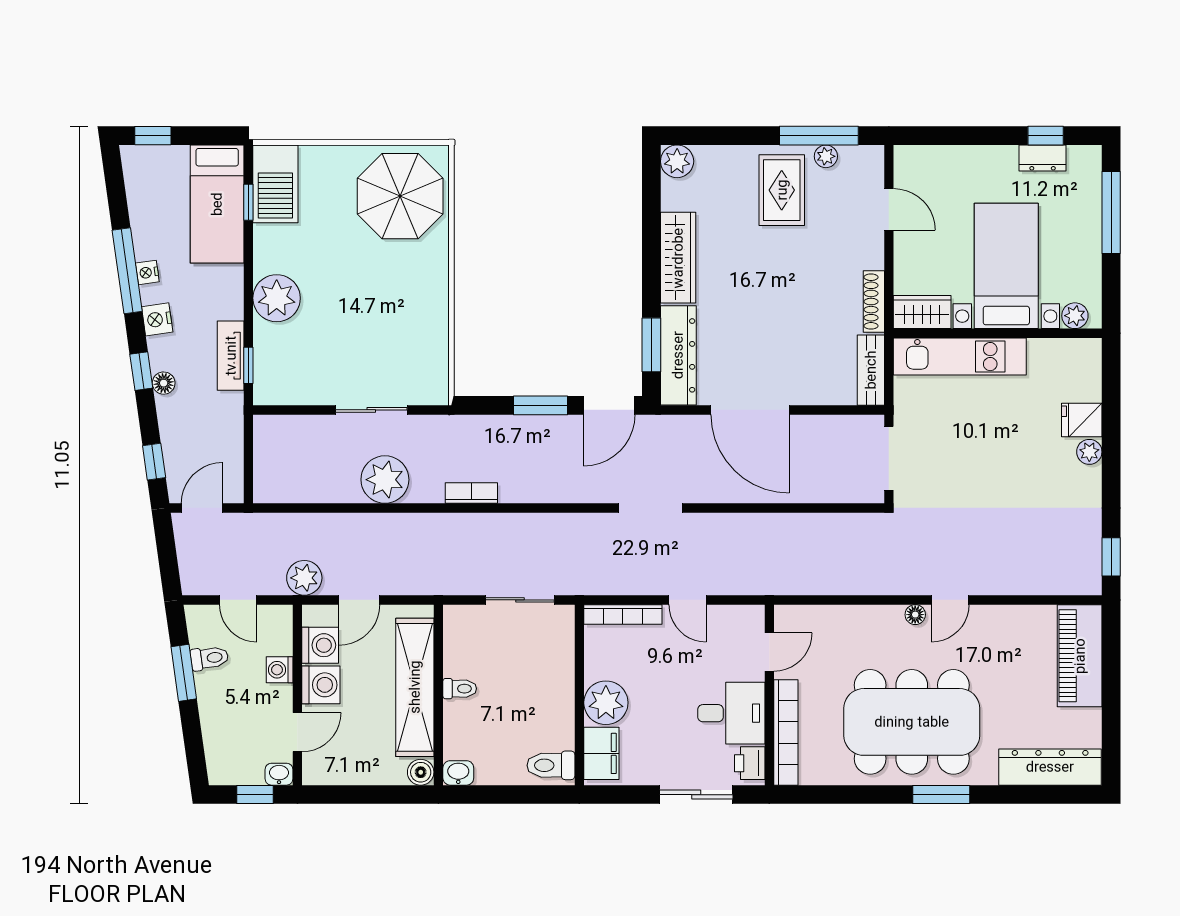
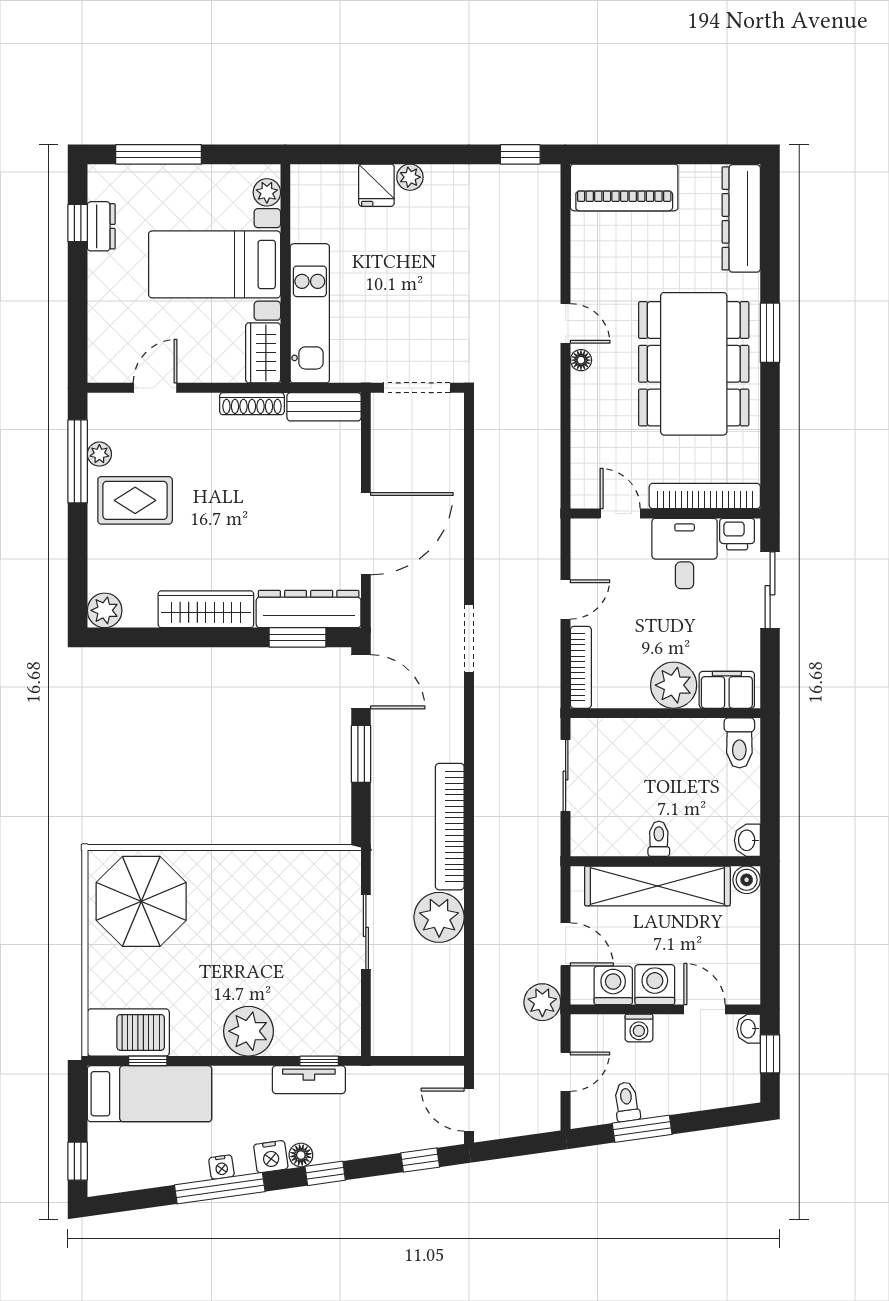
floor lamp: (164, 383) -> (301, 1155), moved
bookcase: (471, 493) -> (450, 827), width x2.31, depth x1.31

